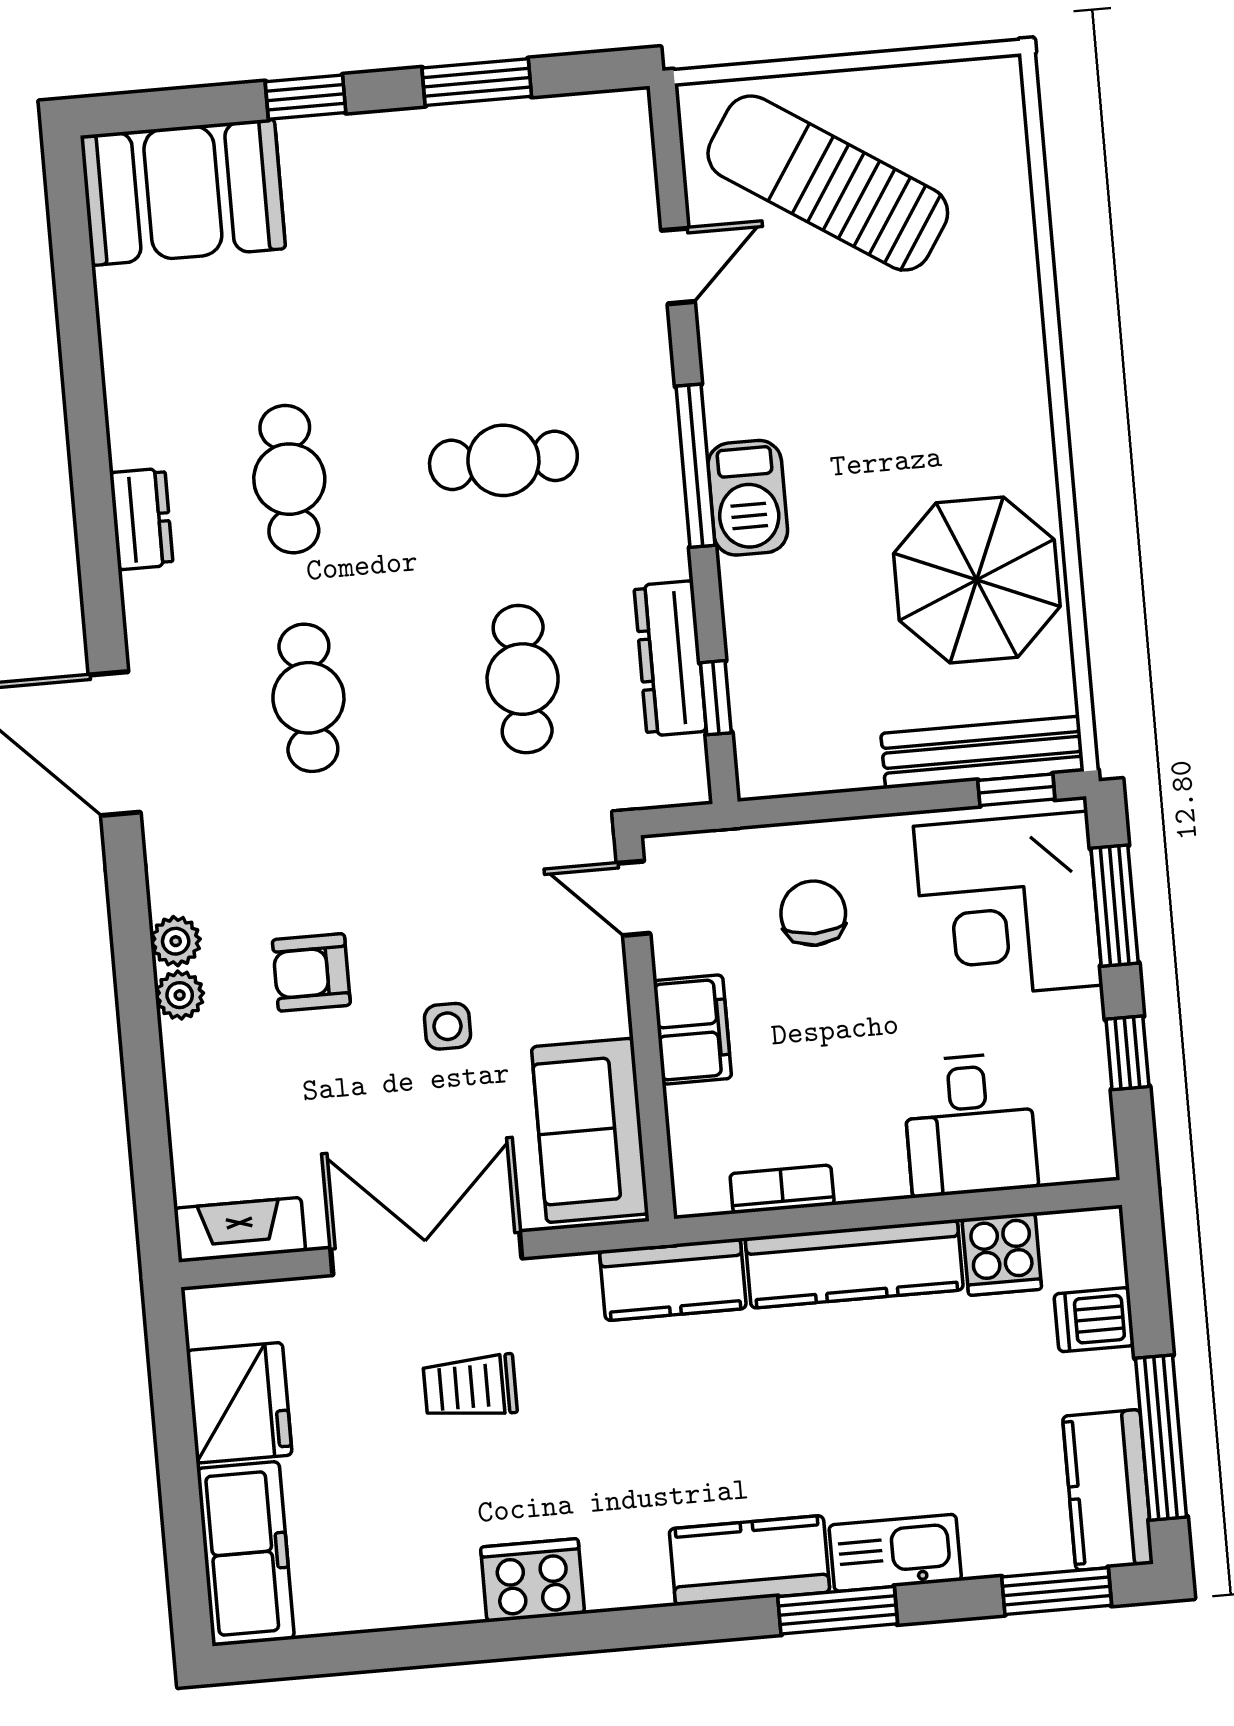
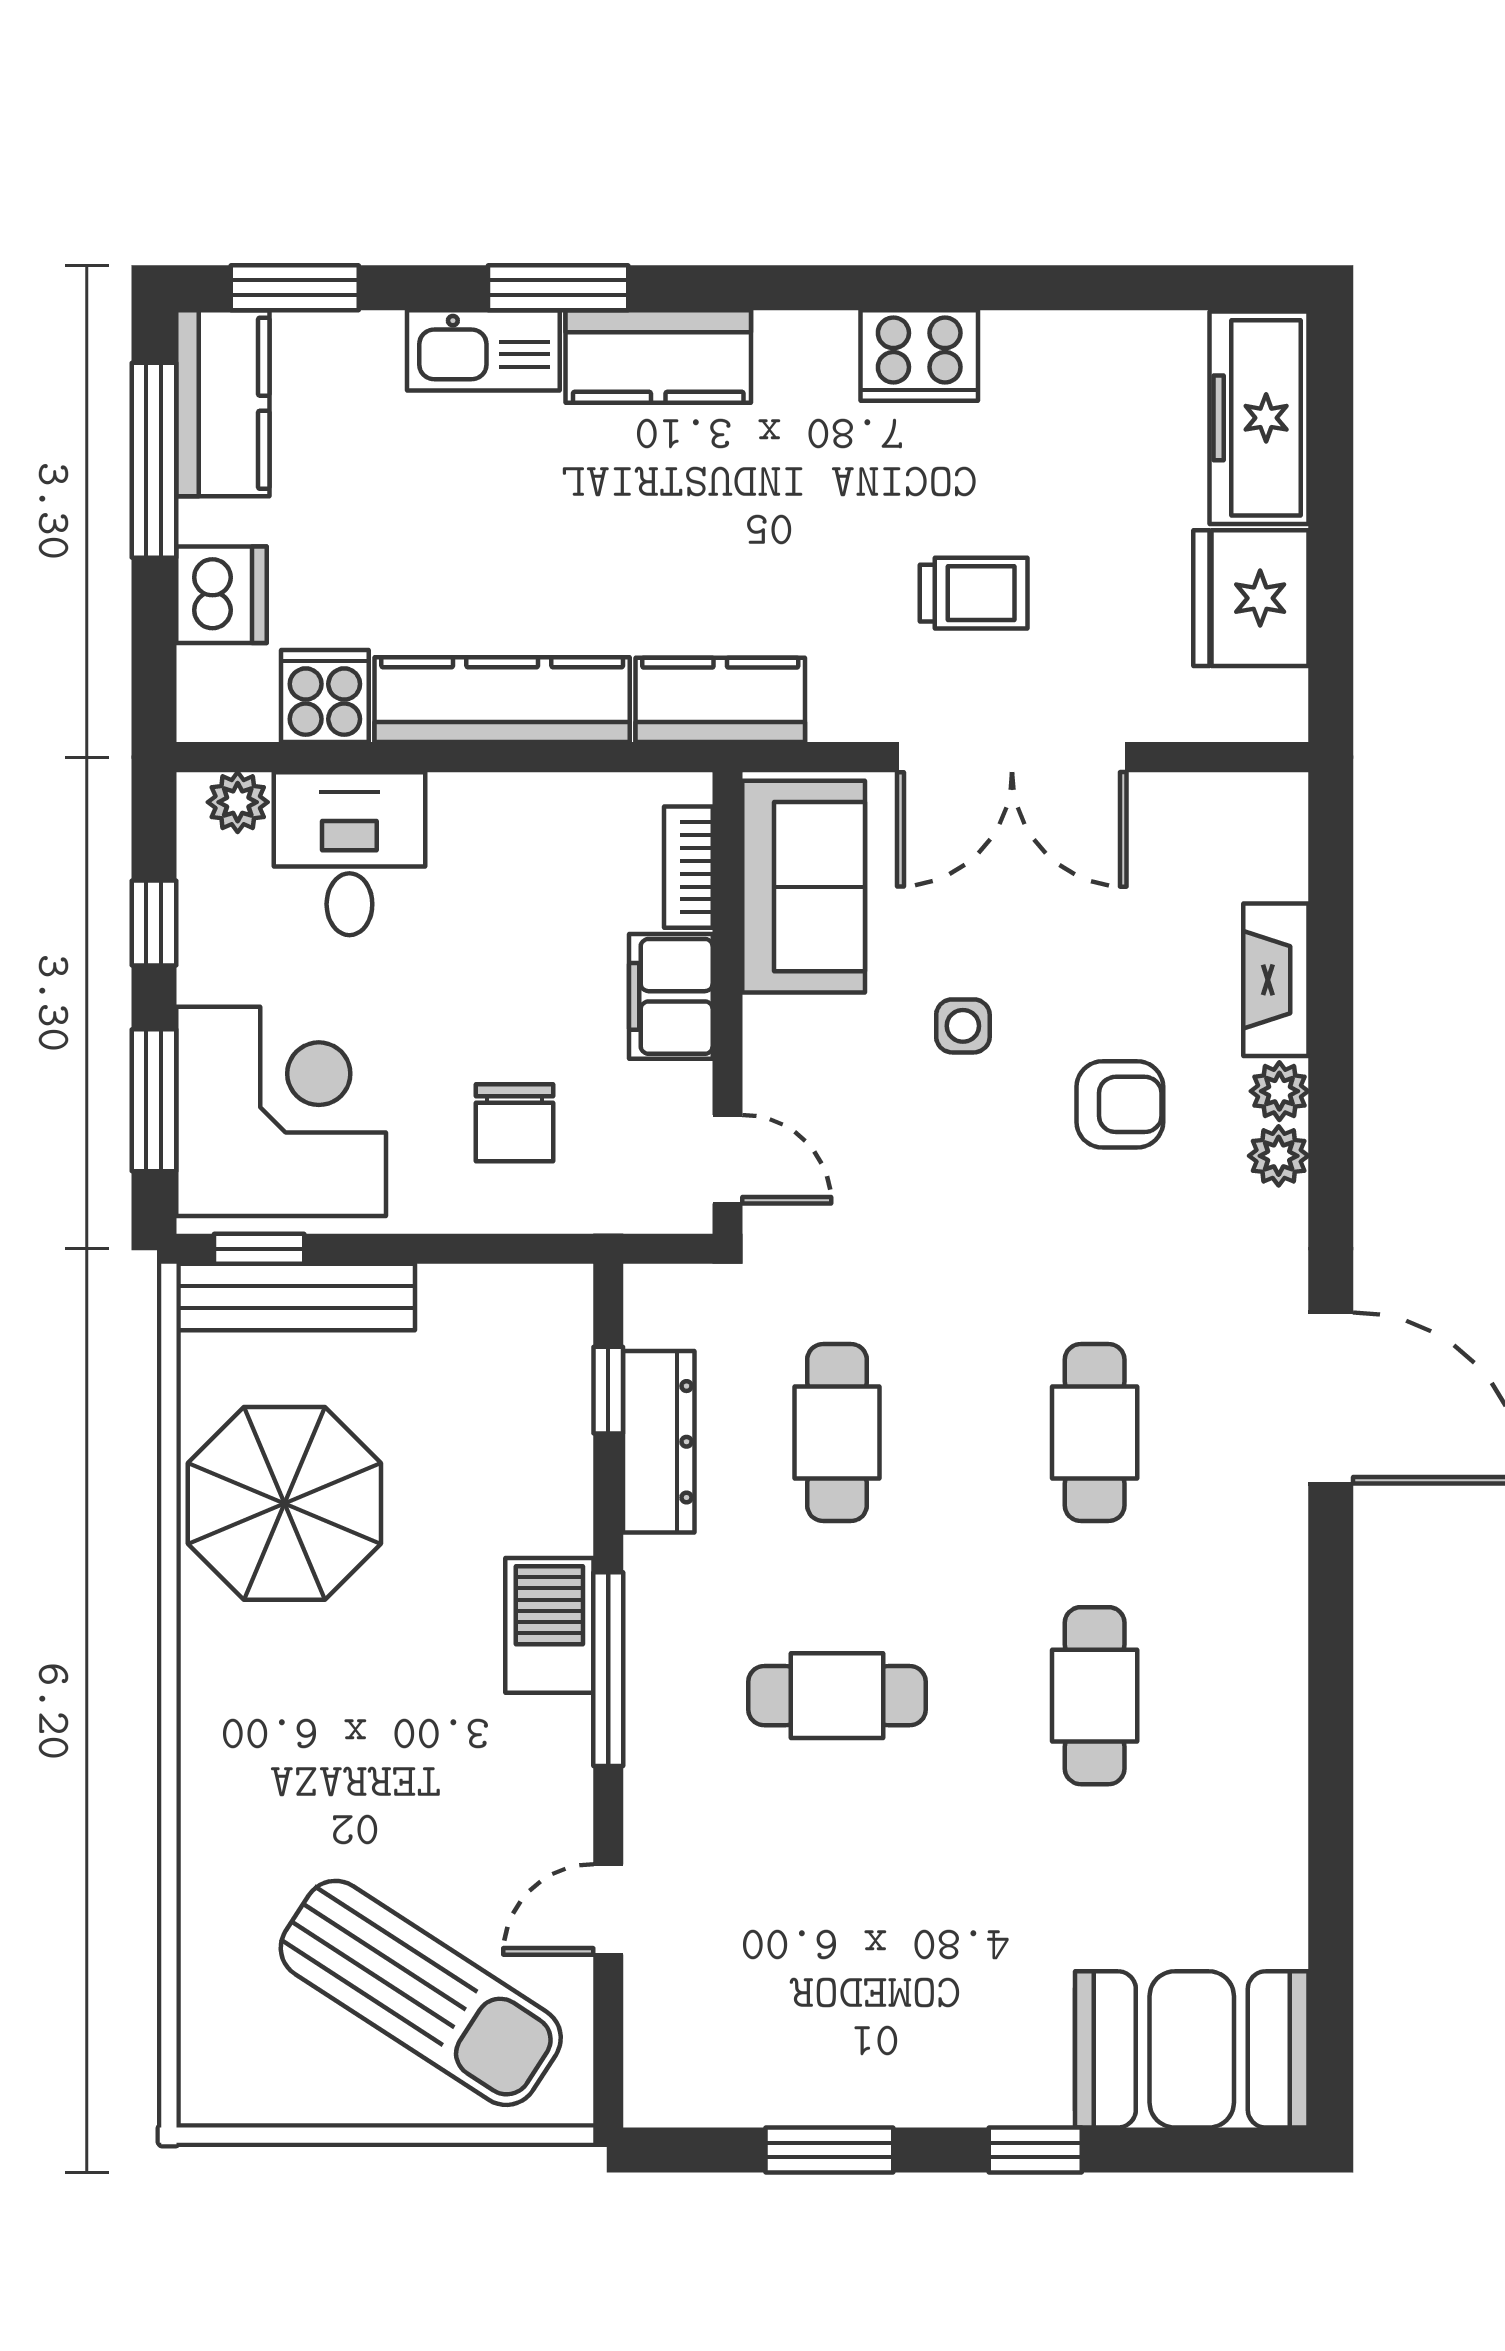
dresser: (141, 519) -> (1275, 1664), removed
plant: (1067, 1159) -> (238, 802), added
bookcase: (782, 1189) -> (688, 867), moved, turned 90
fireplace: (240, 1230) -> (1276, 980), moved, turned 90
dishwasher: (1094, 1320) -> (221, 595), width x1.38

